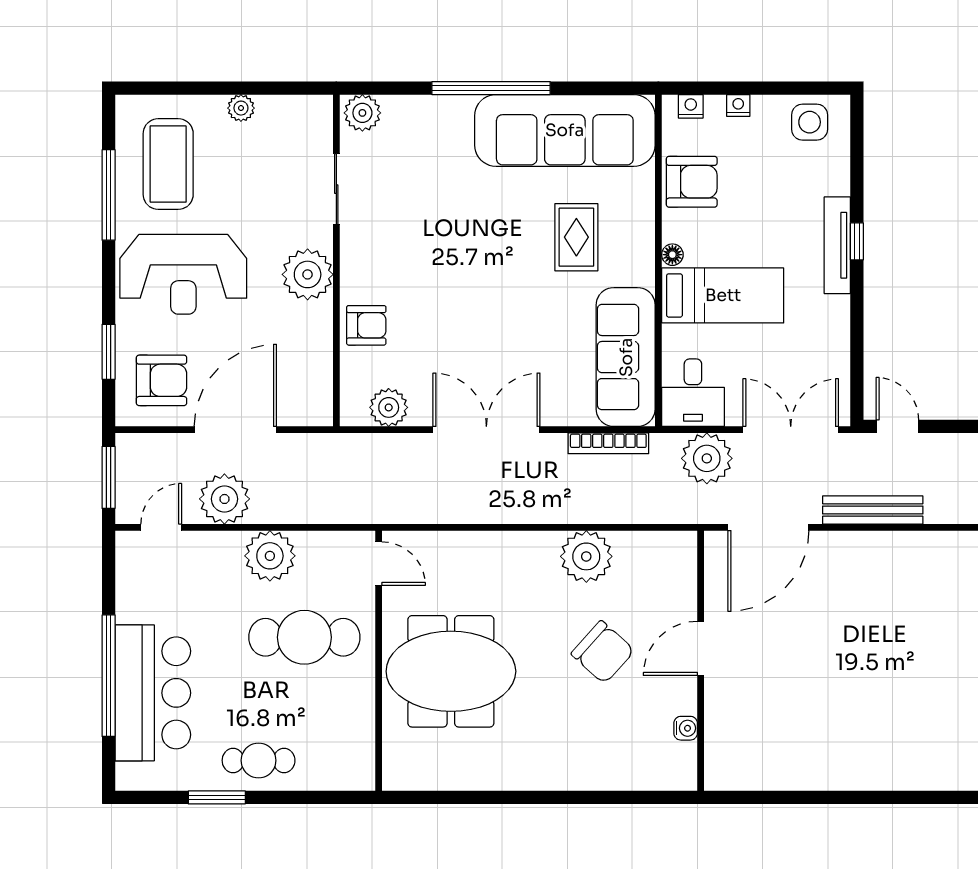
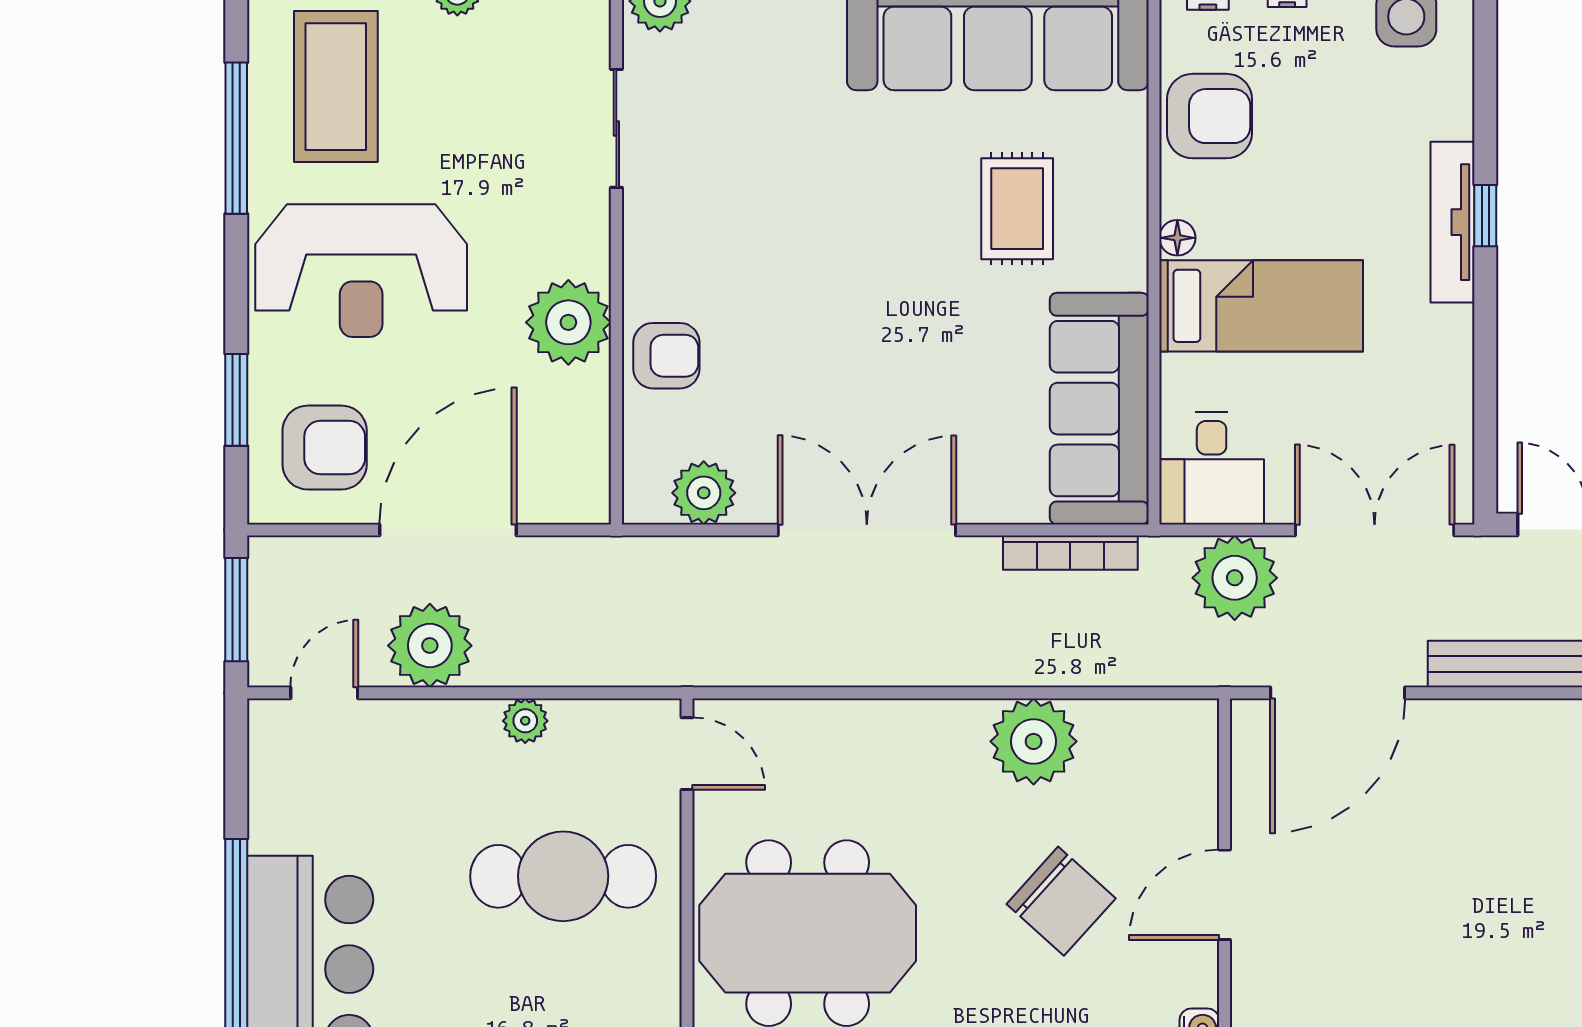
plant: (308, 274) -> (568, 322), moved
plant: (270, 556) -> (525, 721), width x0.53, depth x0.53

